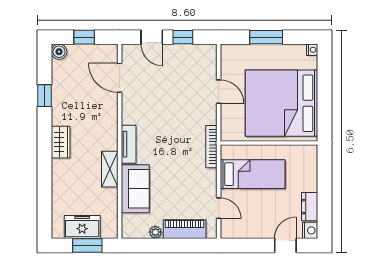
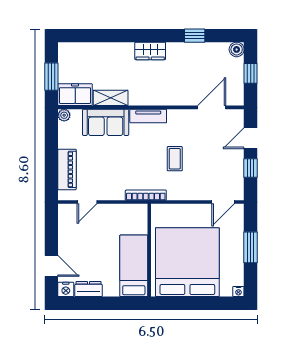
door: (219, 92) -> (223, 202), moved
coffee table: (173, 116) -> (175, 159), added
shelving: (110, 169) -> (111, 98), moved
bed: (253, 174) -> (134, 266), moved, turned 180
freezer: (82, 227) -> (75, 95), moved, turned -90
plant: (155, 232) -> (64, 115), moved

